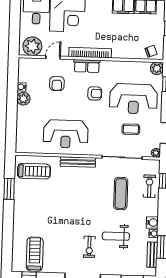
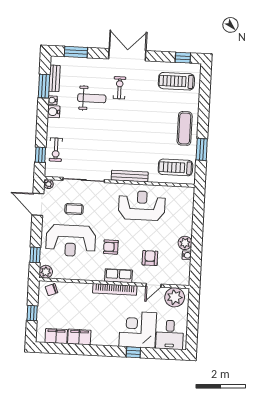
reception desk: (134, 99) -> (71, 241), turned 180
exercise mat: (121, 194) -> (185, 128), moved
treadmill: (35, 254) -> (176, 81), turned 90

